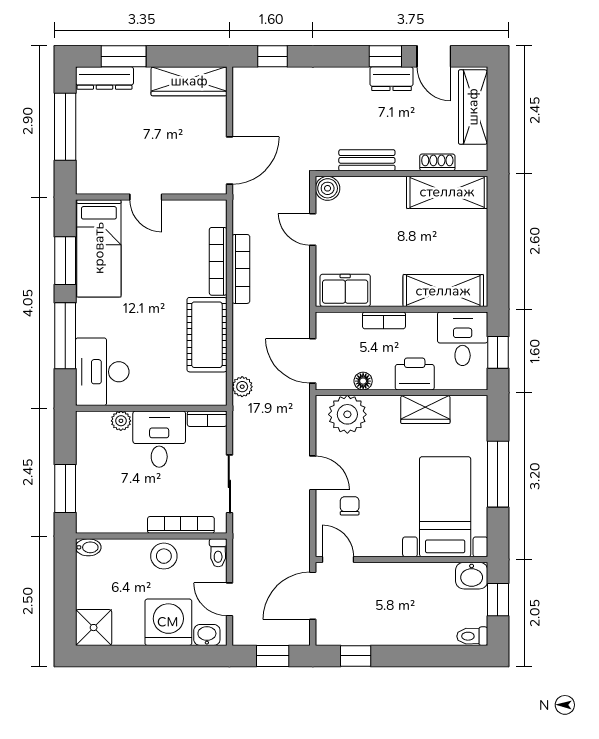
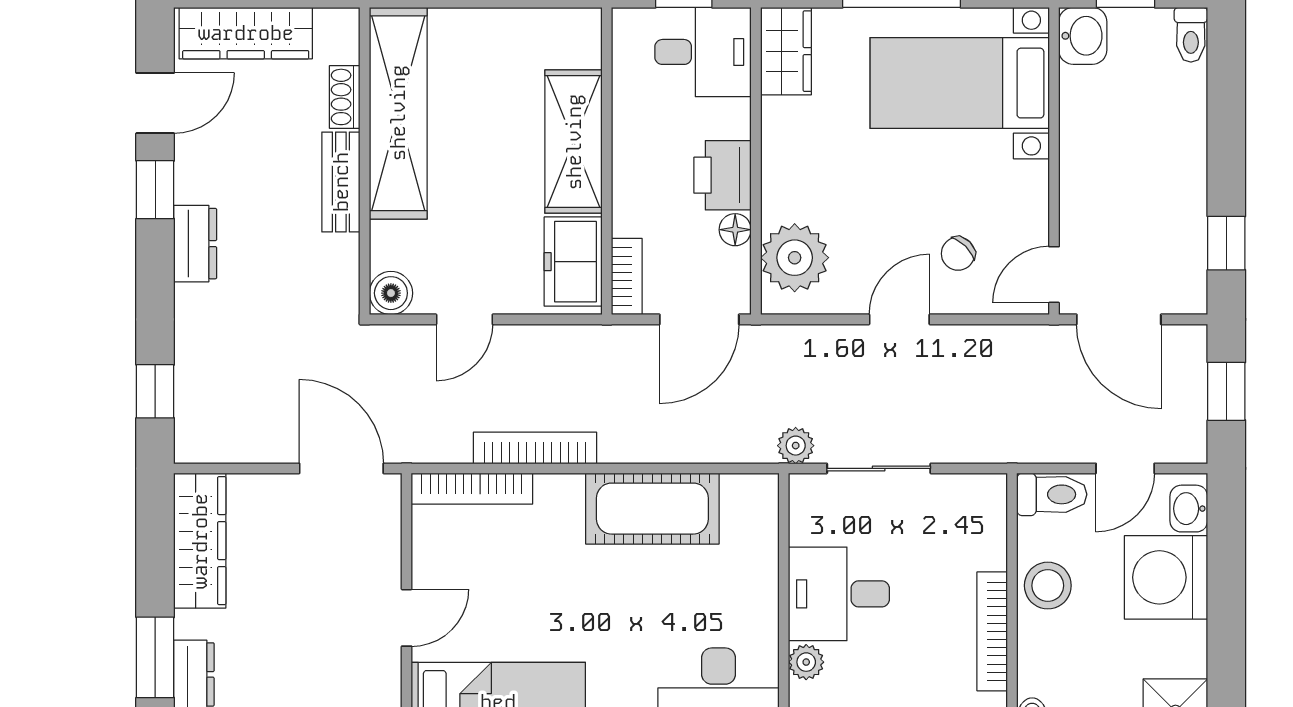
dresser: (391, 79) -> (195, 244), moved
bench: (367, 160) -> (341, 182), moved
shelving: (447, 192) -> (398, 113), width x1.47
bookcase: (218, 261) -> (472, 489), moved
shelving: (443, 291) -> (574, 142), moved
bookcase: (384, 320) -> (627, 277), moved
desk: (463, 339) -> (703, 52), moved, turned 180
printer: (415, 374) -> (723, 175), moved
plant: (242, 387) -> (796, 446), moved
wardrobe: (425, 409) -> (786, 51), moved
bookcase: (207, 419) -> (803, 508), removed
sliding door: (229, 484) -> (879, 468), moved
chair: (350, 506) -> (958, 254), turned -45
bookcase: (181, 525) -> (992, 631), moved
toilet: (218, 553) -> (1052, 494), width x1.37, depth x1.39

